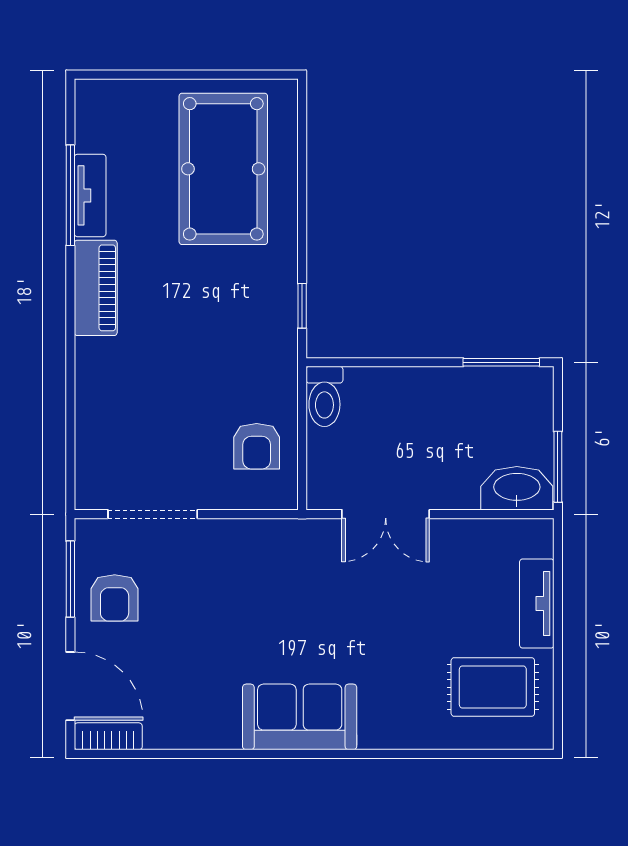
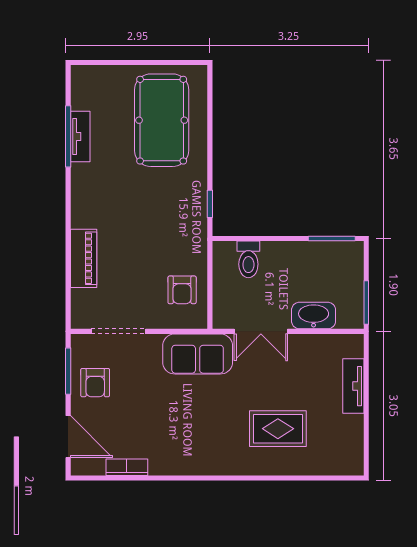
piano: (96, 288) -> (84, 258), moved
toilet: (324, 396) -> (248, 259), moved
washbasin: (517, 488) -> (314, 316), moved
rug: (493, 687) -> (278, 429), moved
sofa: (300, 717) -> (198, 354), moved, turned 180
bookcase: (108, 736) -> (127, 467), moved

